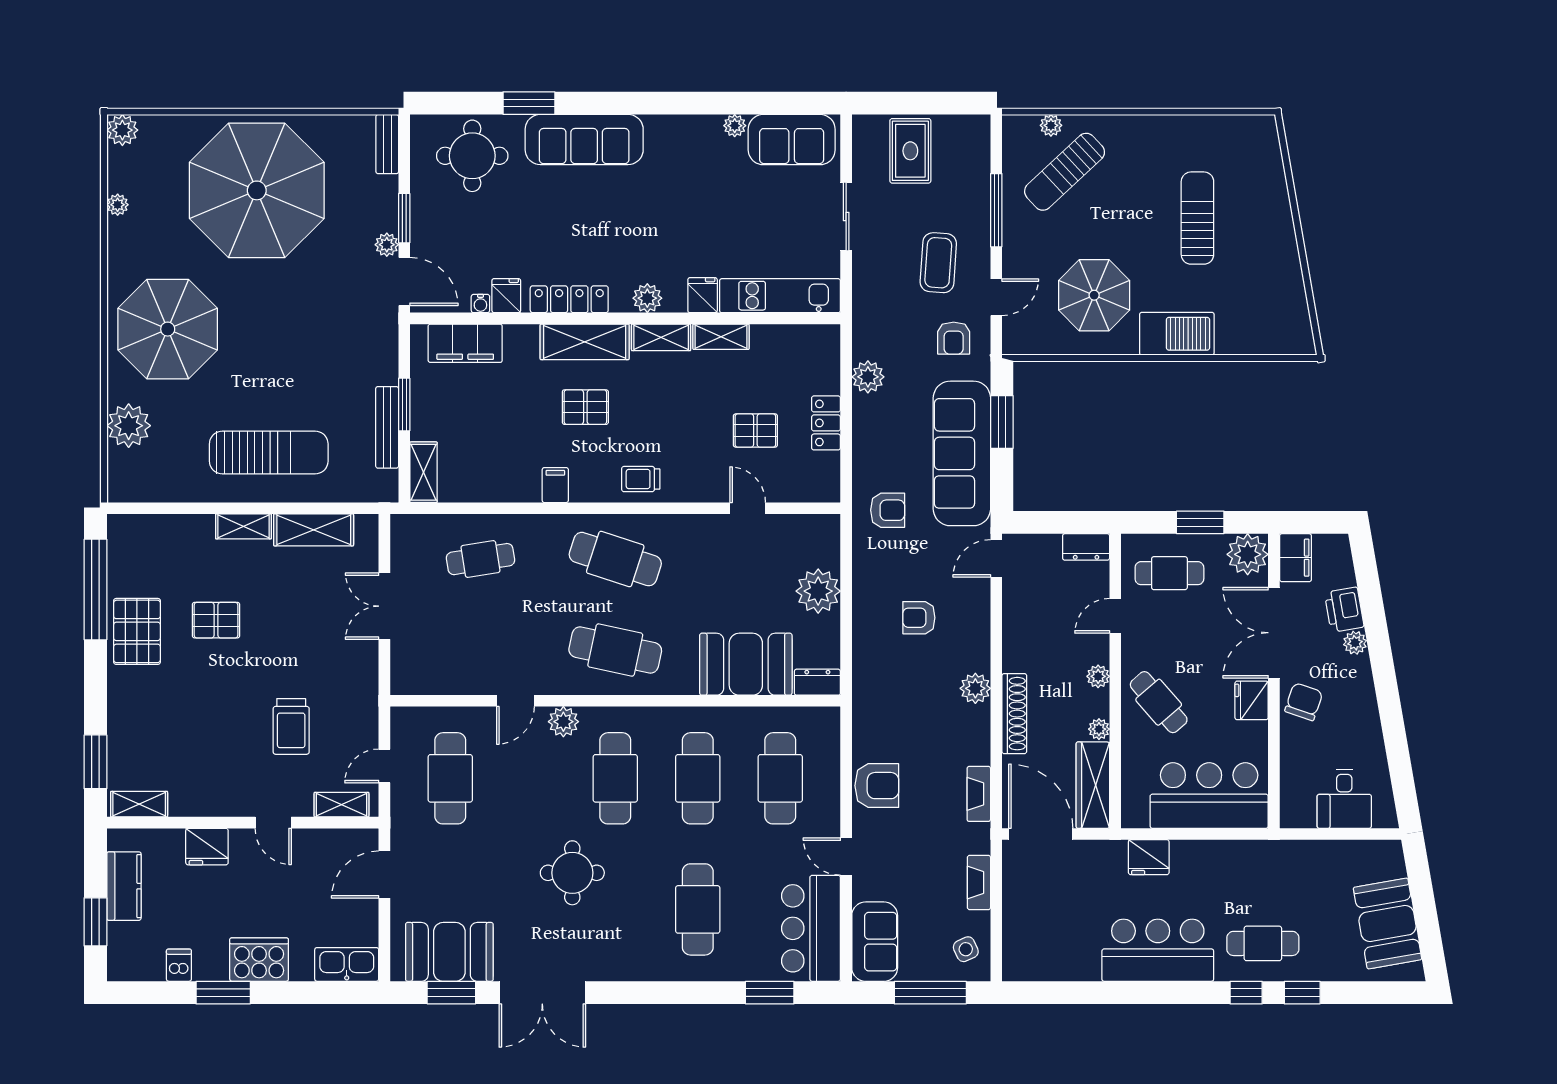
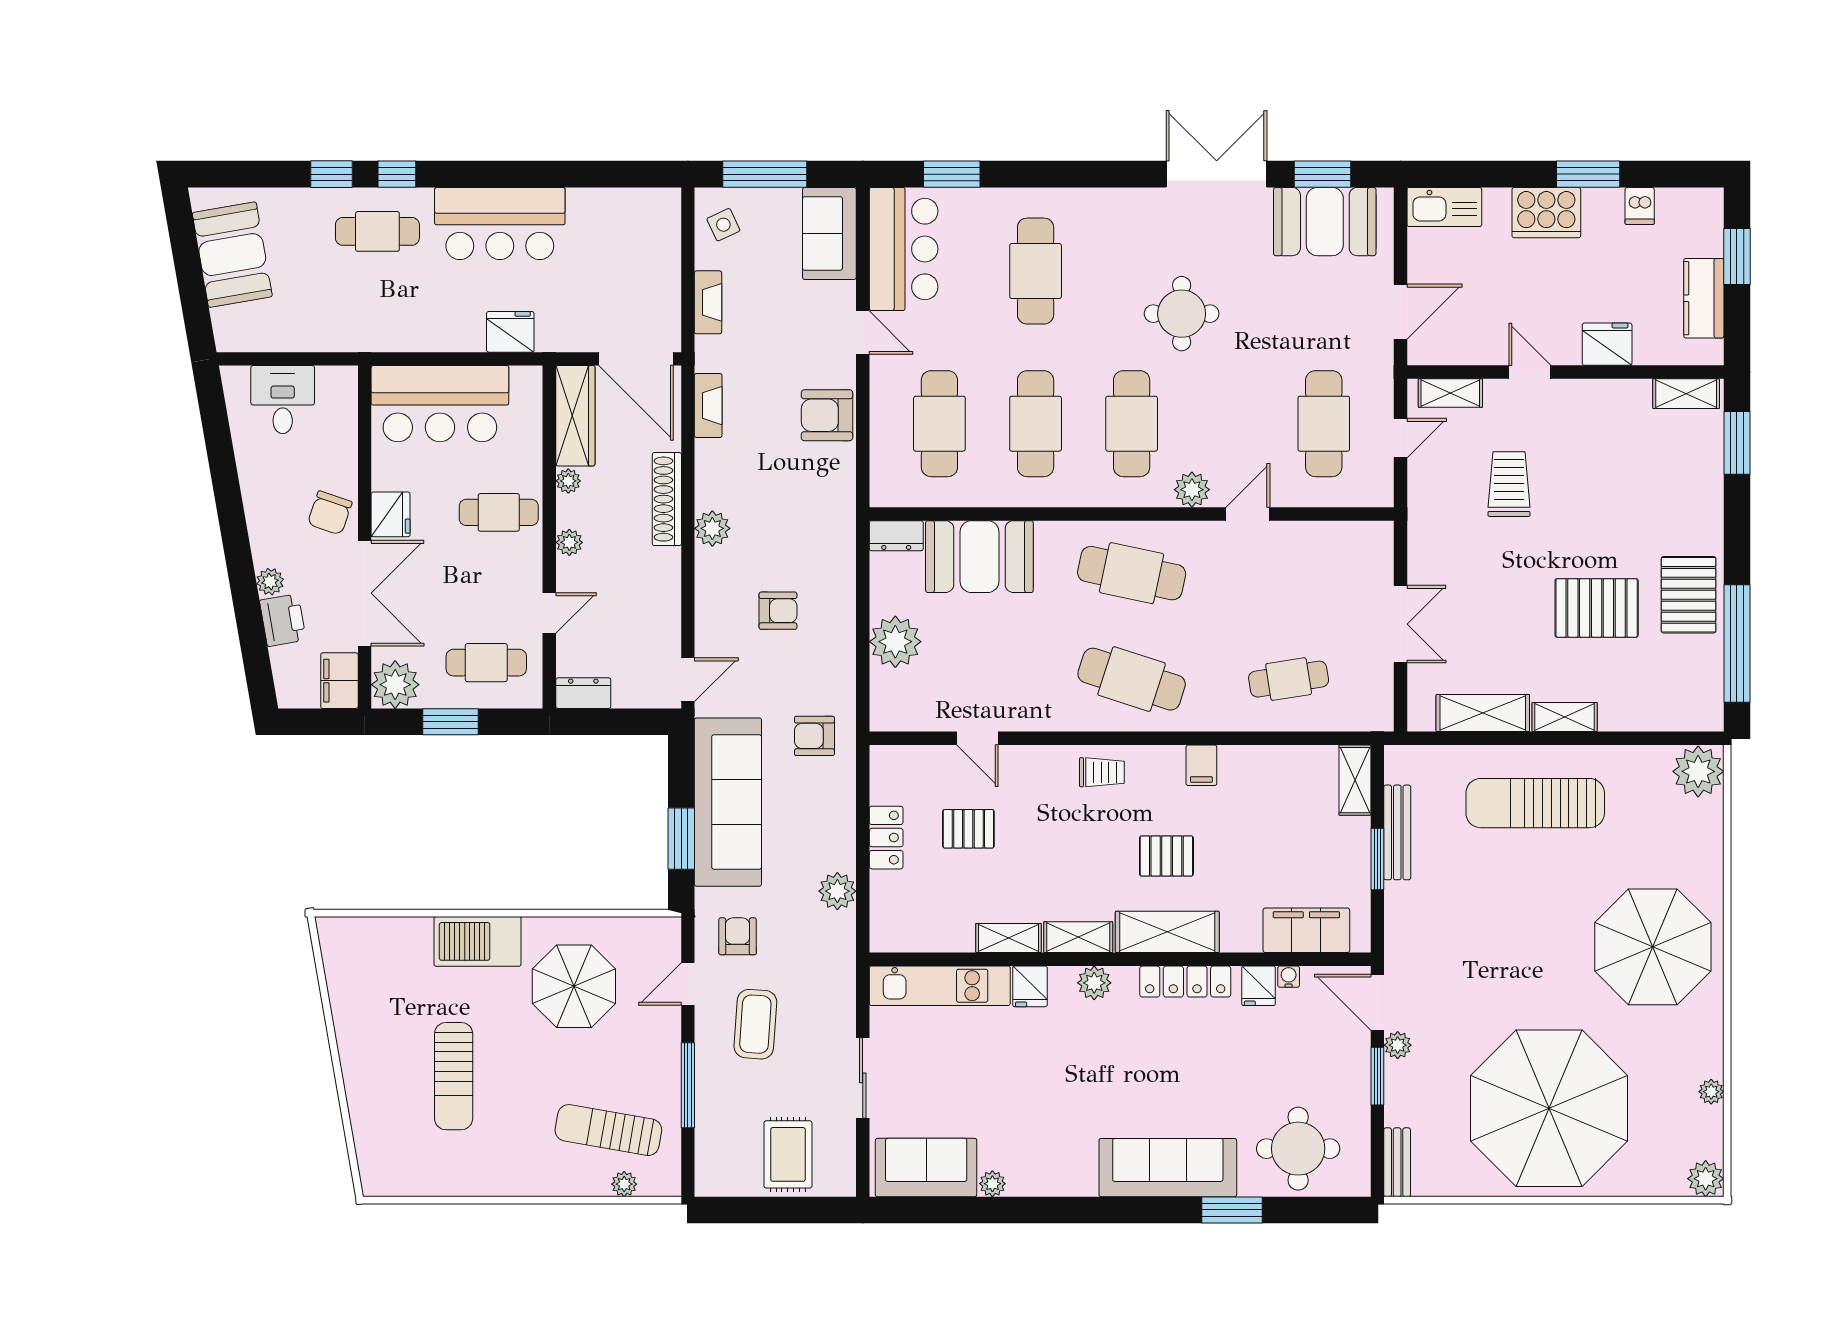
sun lounger: (1065, 172) -> (608, 1130), turned -127
plant: (129, 426) -> (1698, 771), moved
pallet: (216, 620) -> (1597, 608), width x1.50, depth x1.42
cafe table: (1159, 702) -> (499, 512), turned -49

